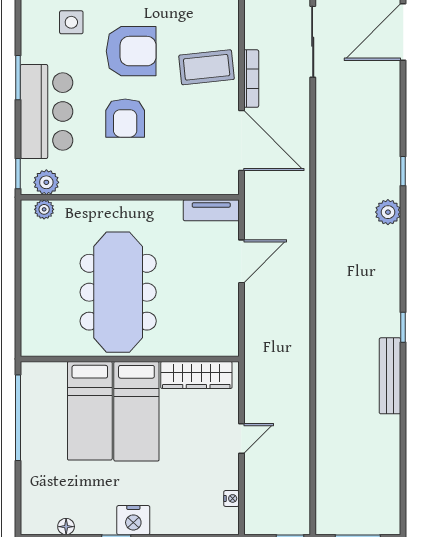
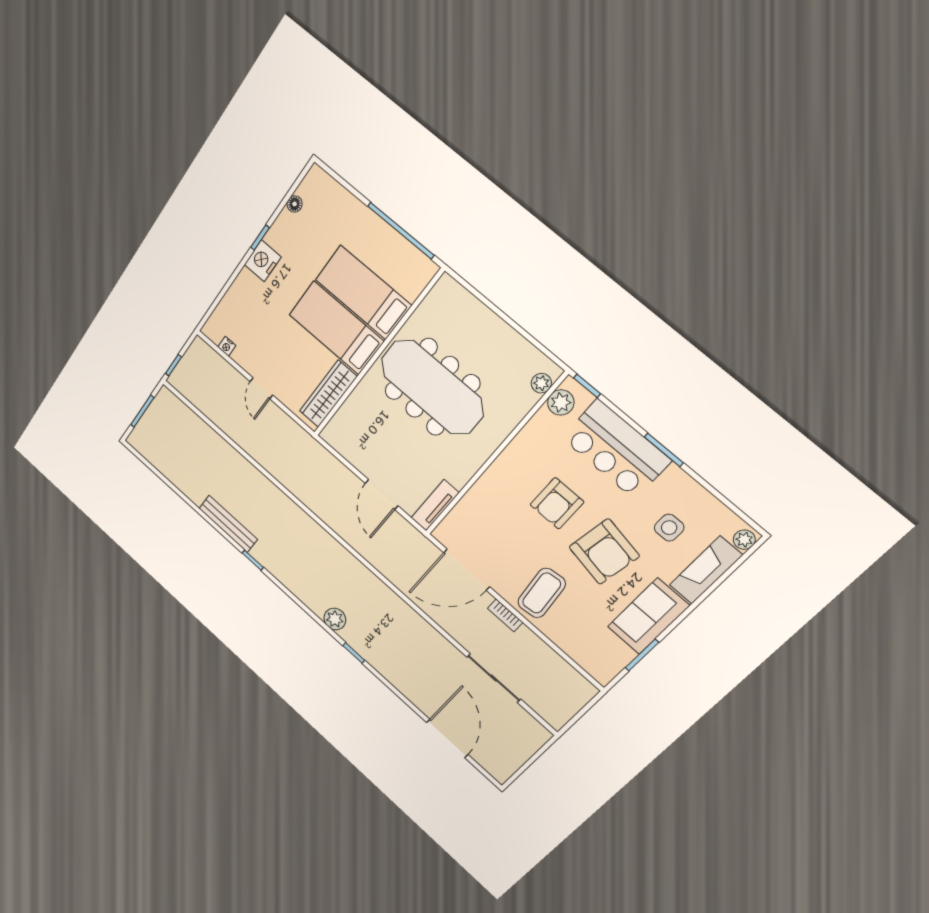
armchair: (131, 51) -> (604, 552), turned -80
bookcase: (251, 79) -> (505, 615), width x0.64
armchair: (125, 118) -> (557, 503), turned -90

